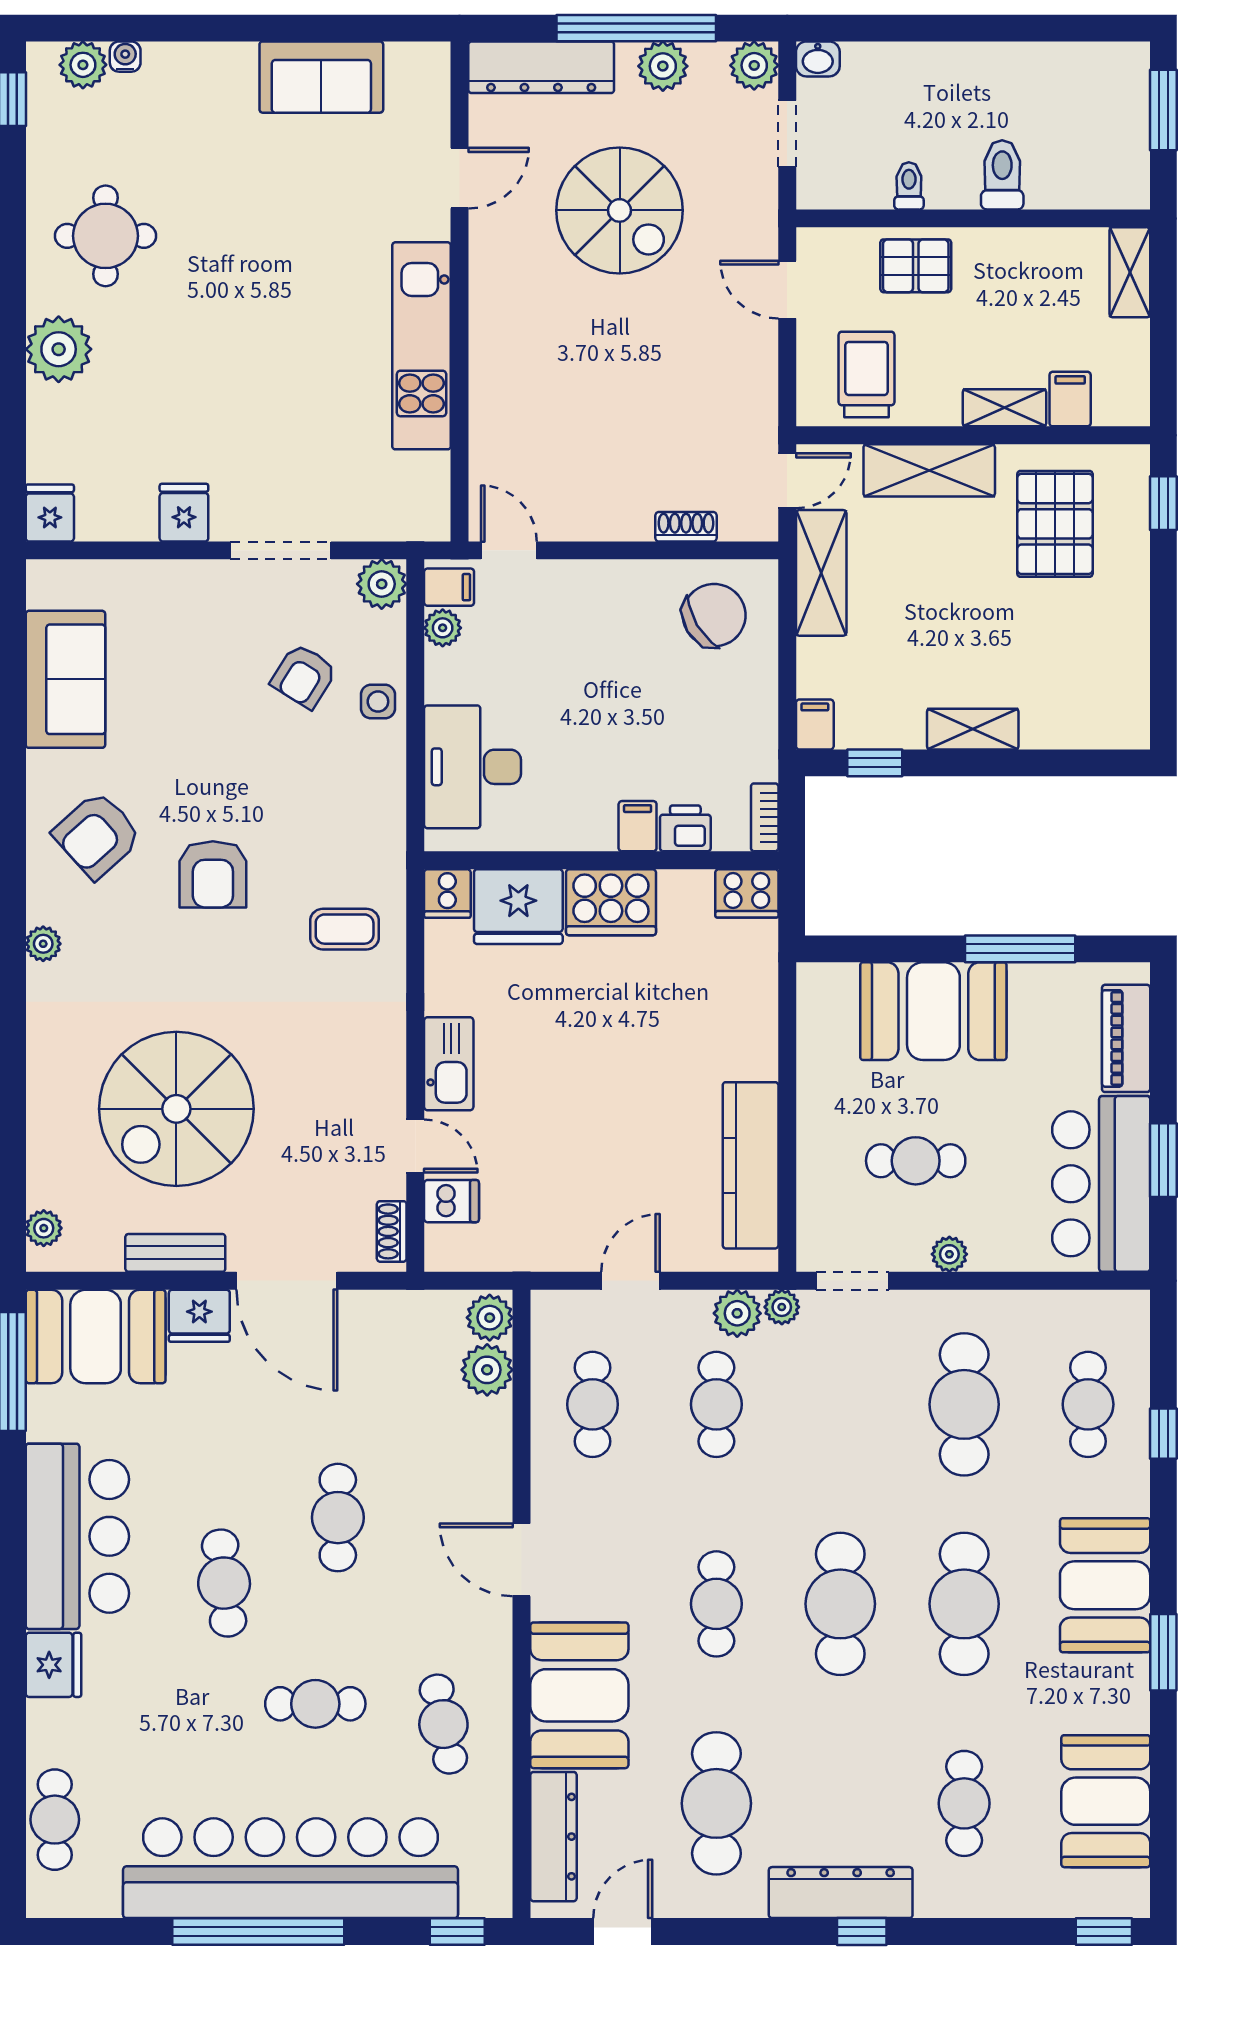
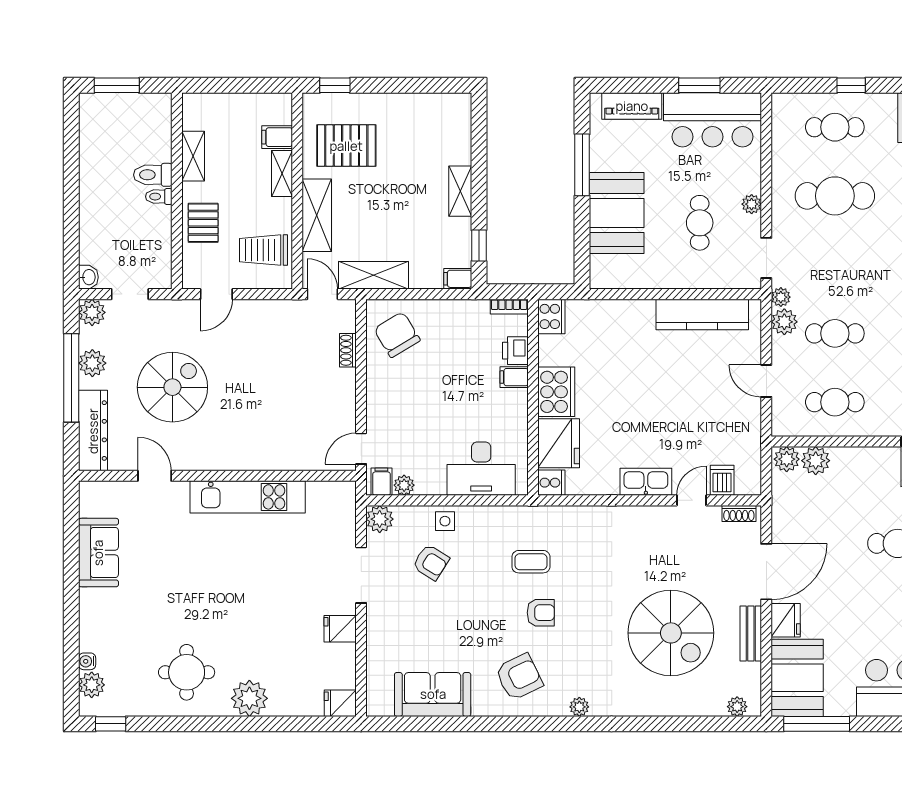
toilet: (909, 186) -> (159, 197), moved
shelving: (1130, 272) -> (193, 156), moved, turned 90
armchair: (97, 835) -> (519, 677), turned -74
armchair: (213, 874) -> (541, 613), width x0.72, depth x0.72
coffee table: (345, 929) -> (531, 562), moved, turned 90

